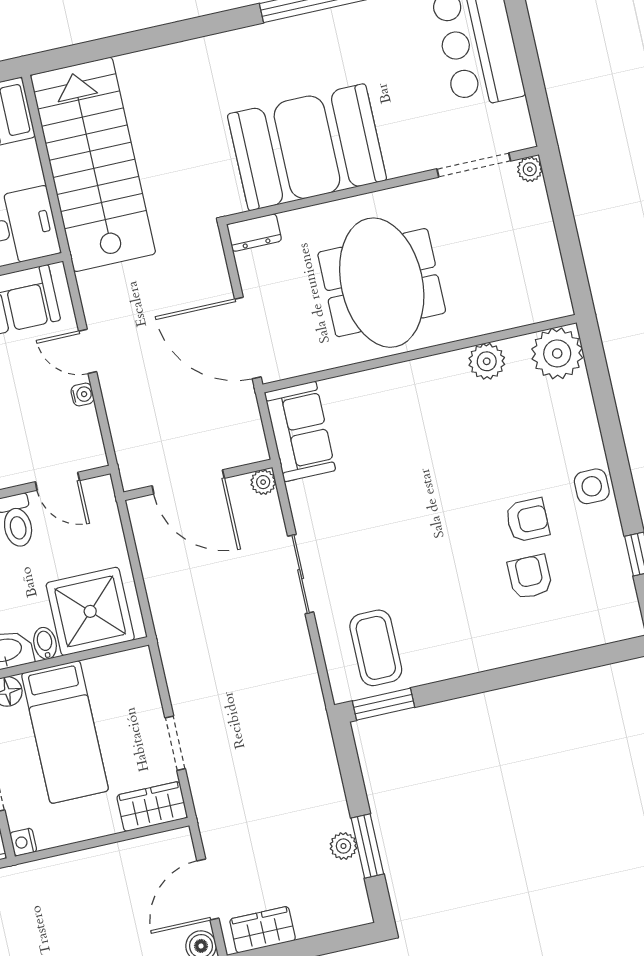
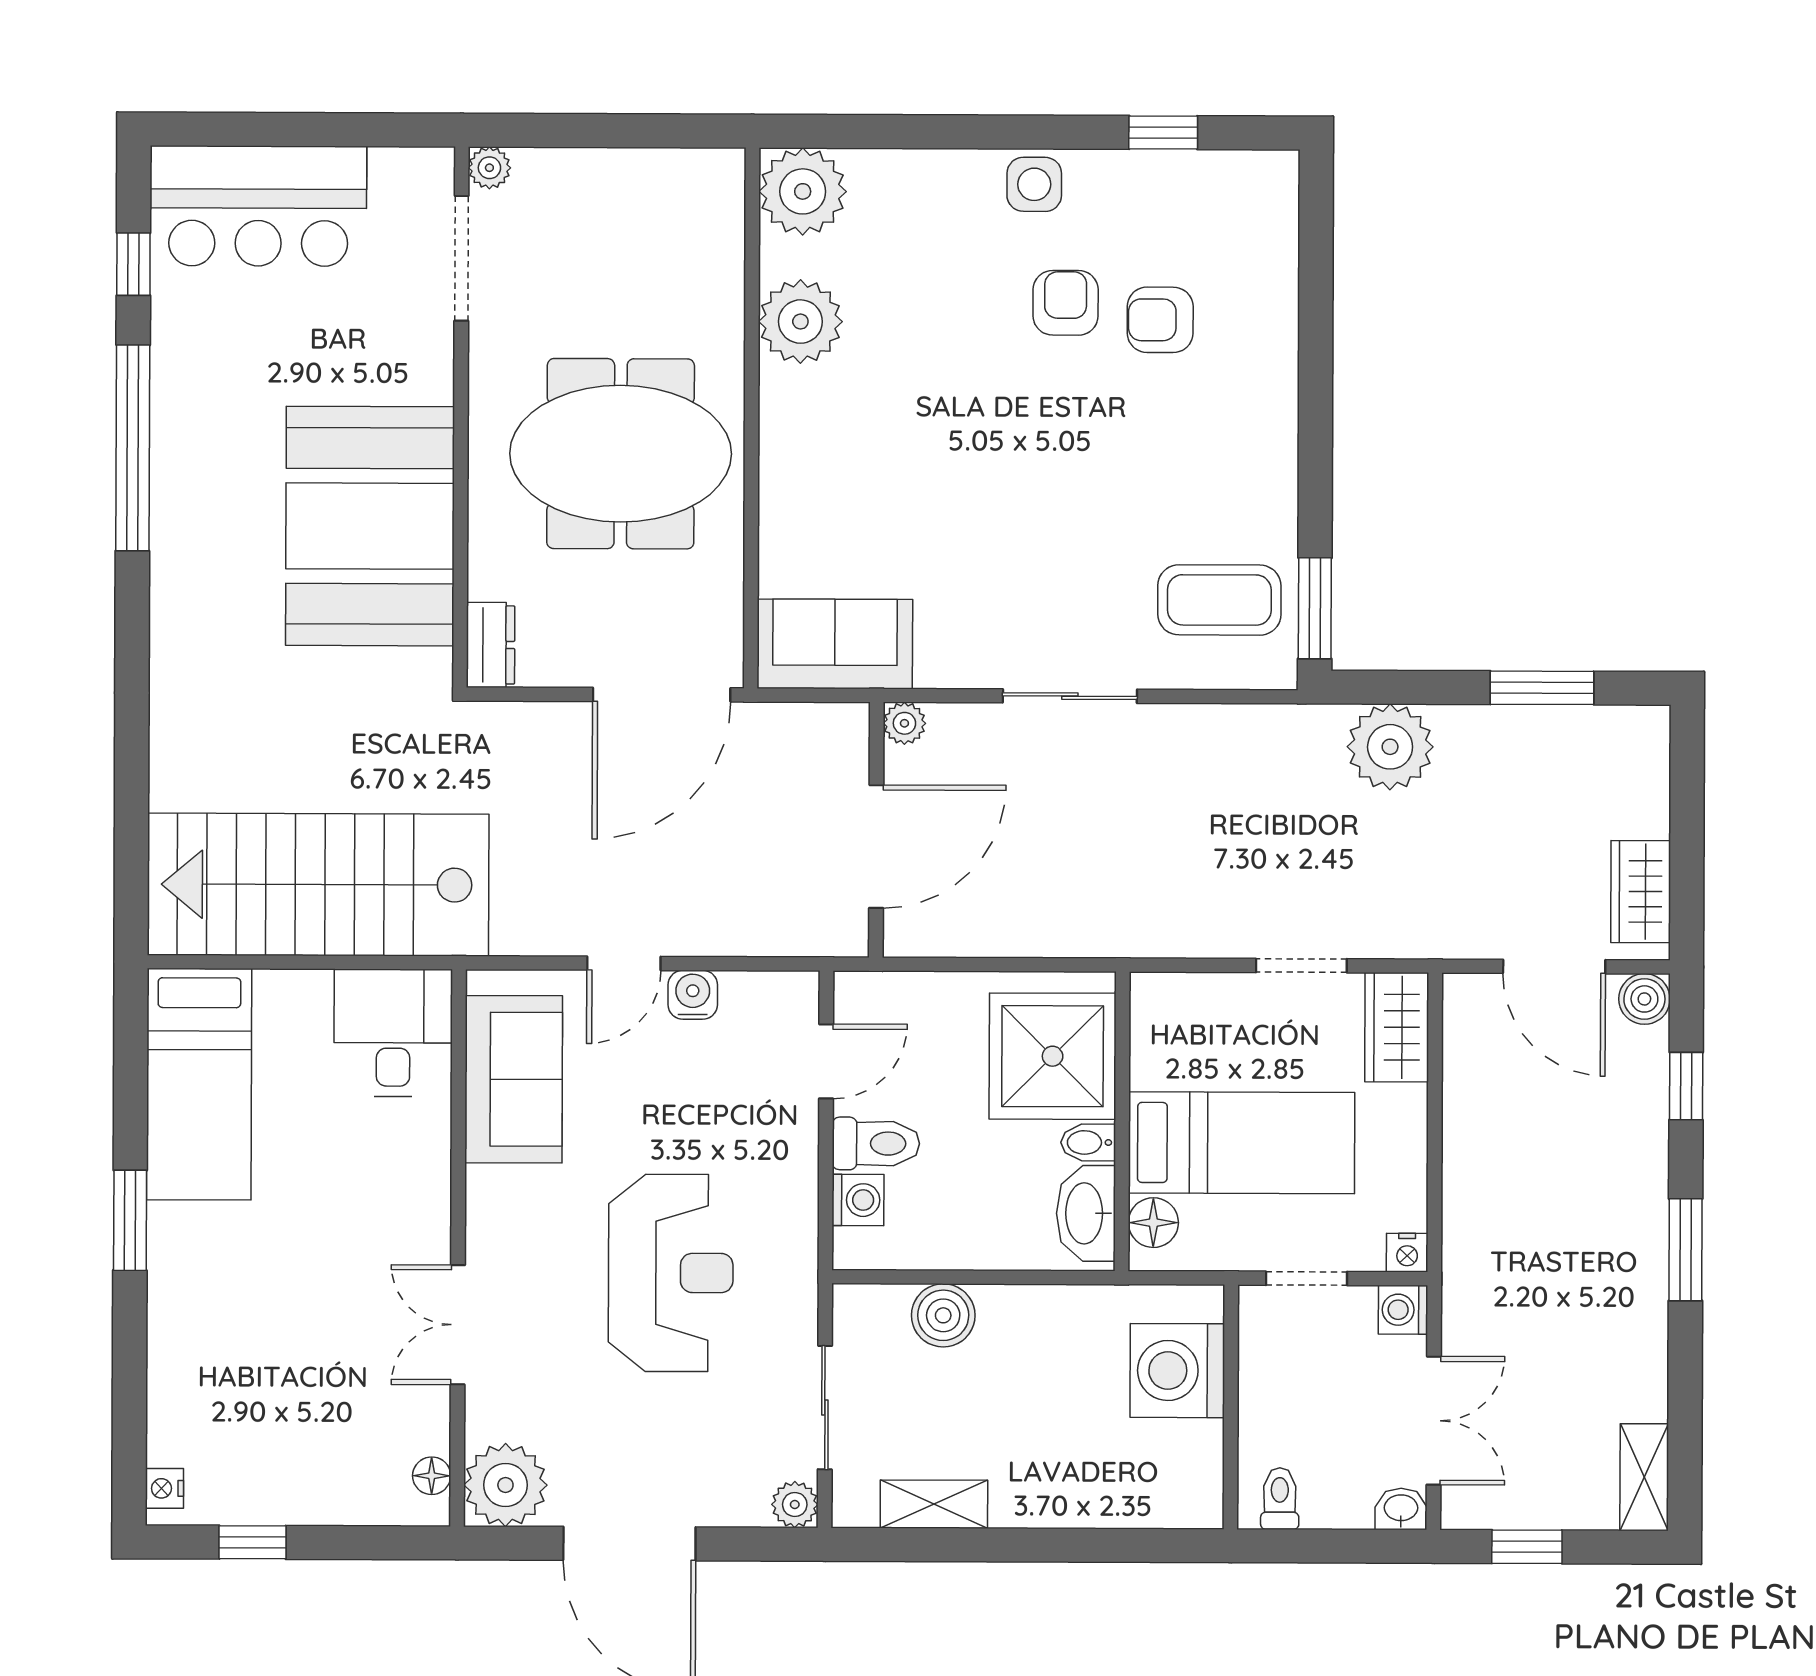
plant: (487, 361) -> (800, 322), width x1.36, depth x1.36
water cooler: (82, 394) -> (693, 995), width x1.38, depth x1.38
plant: (343, 846) -> (1390, 747), moved, width x1.87, depth x1.87

